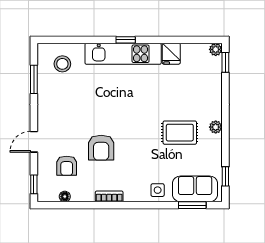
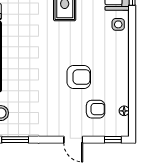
bookcase: (109, 196) -> (124, 69), removed

